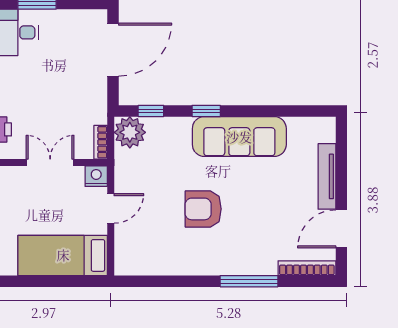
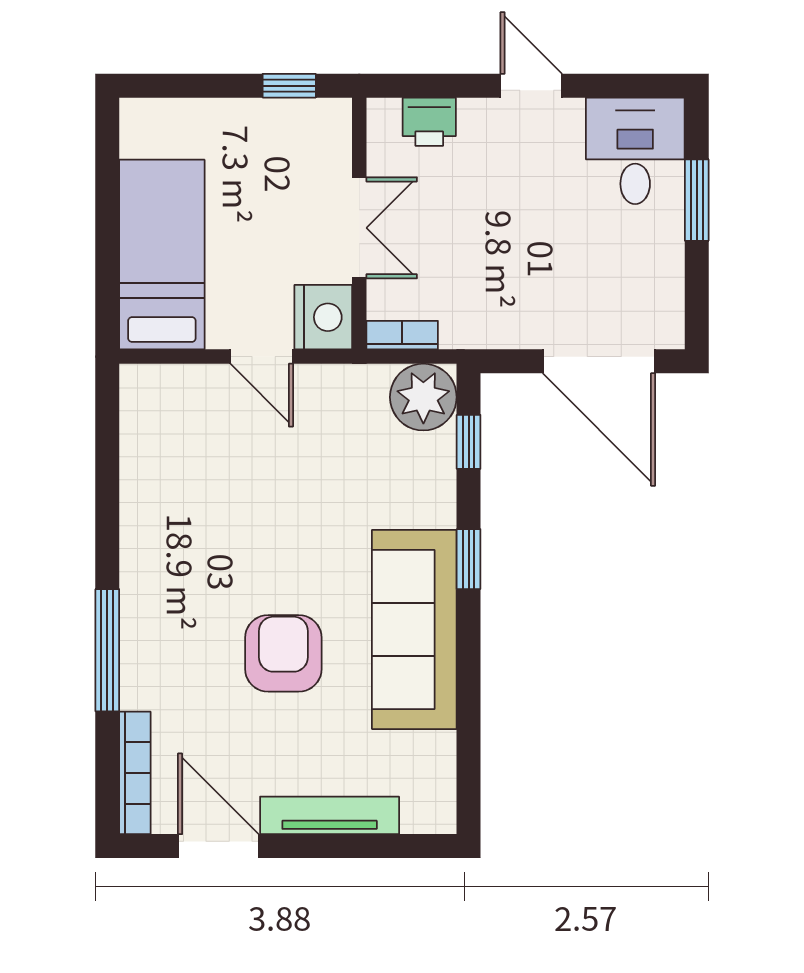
nightstand: (96, 176) -> (323, 317), width x1.36, depth x1.33
armchair: (203, 209) -> (283, 653), moved

